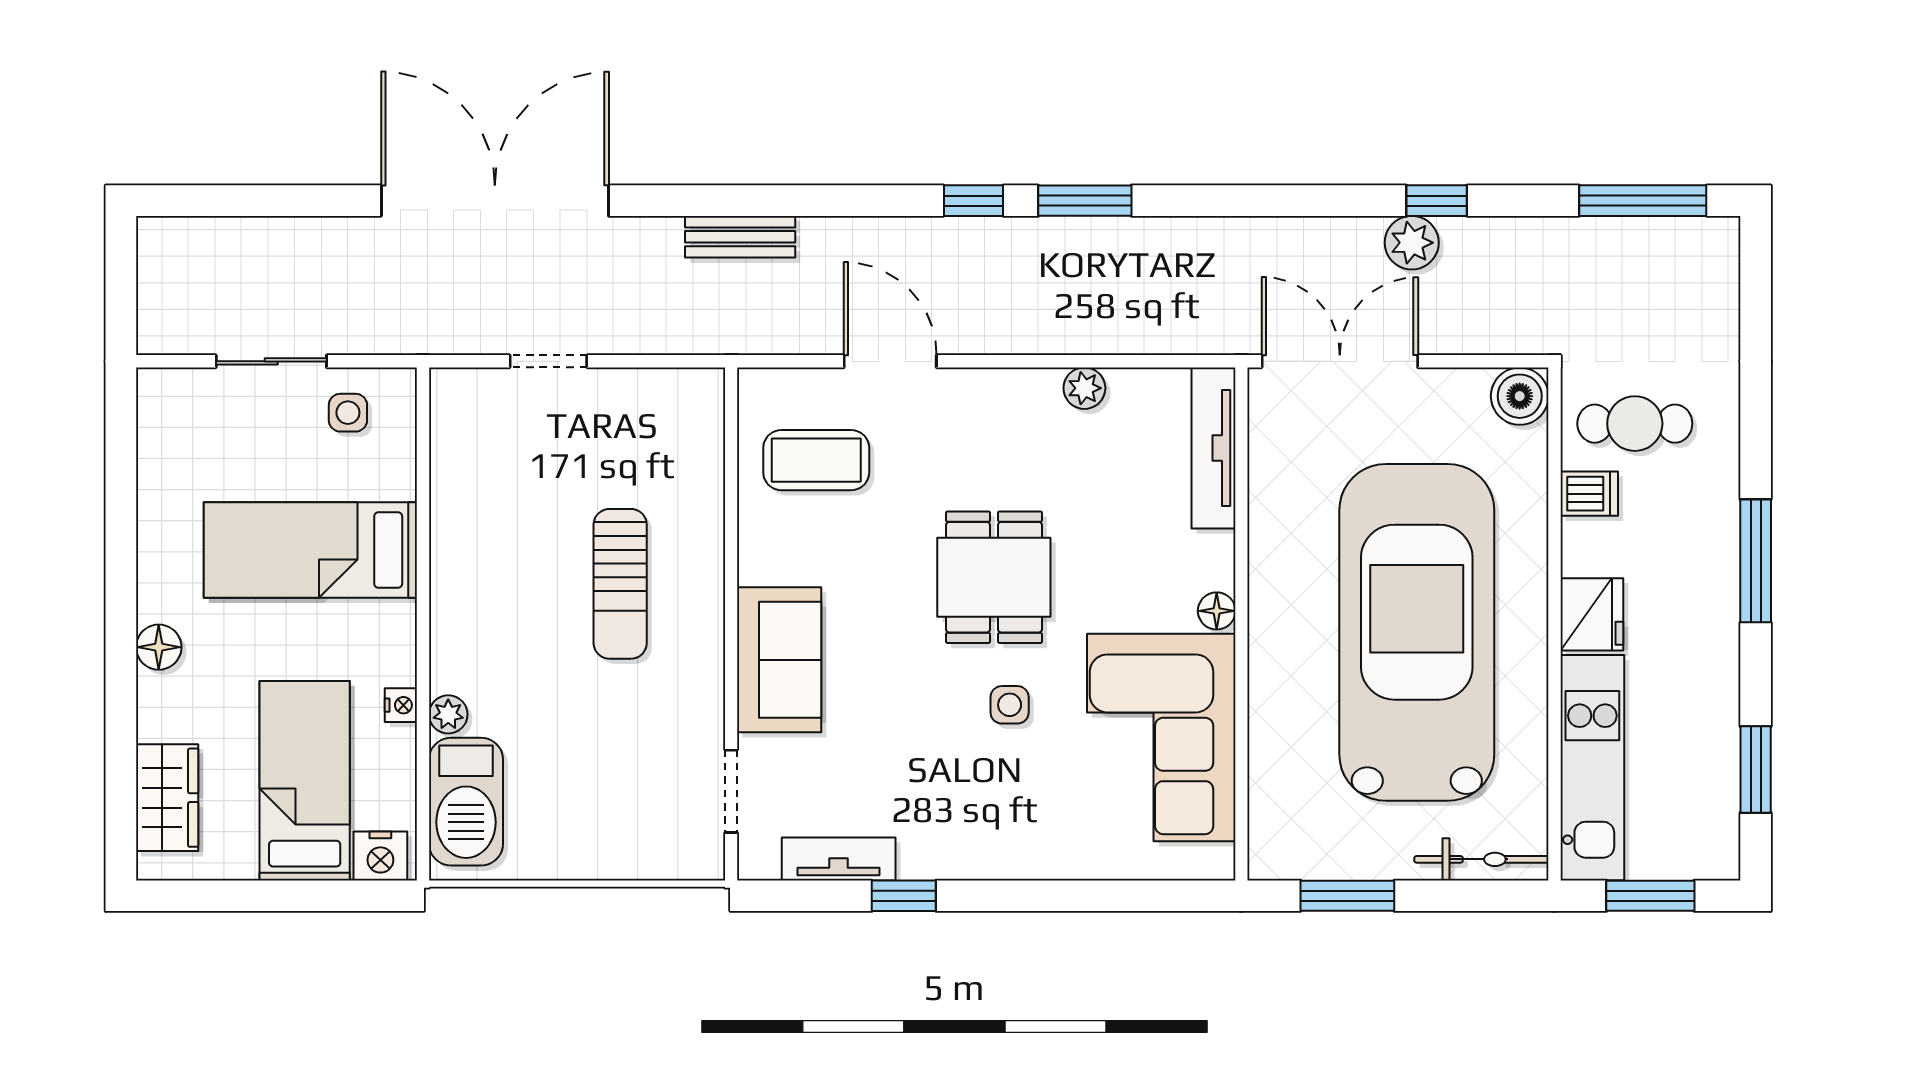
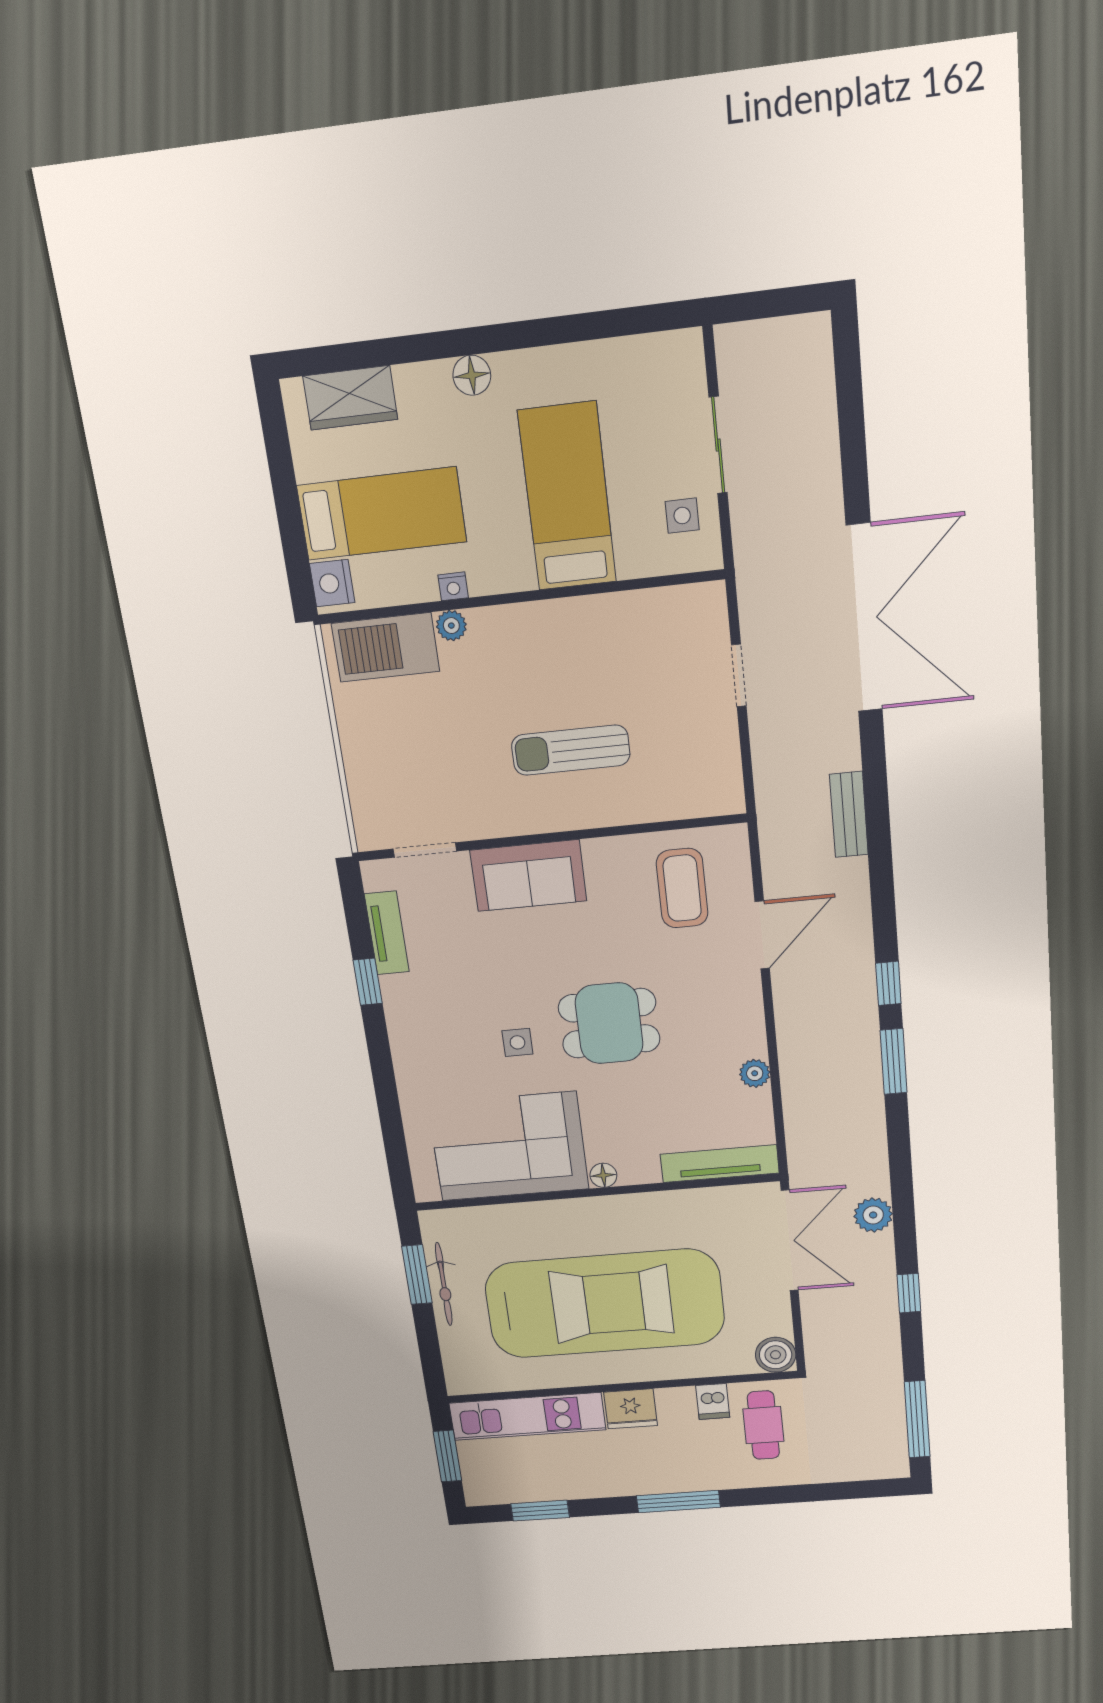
plant: (1412, 243) -> (873, 1215), moved
bicycle: (1481, 859) -> (444, 1284), moved

